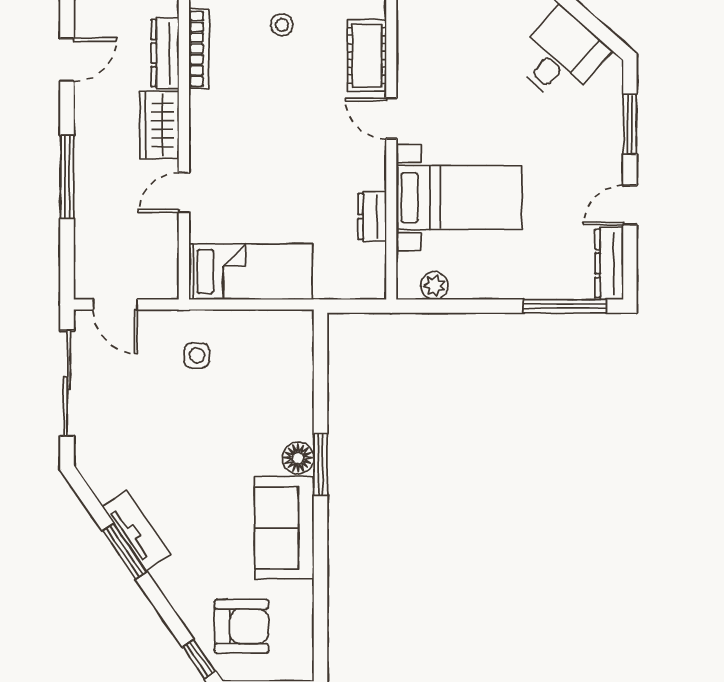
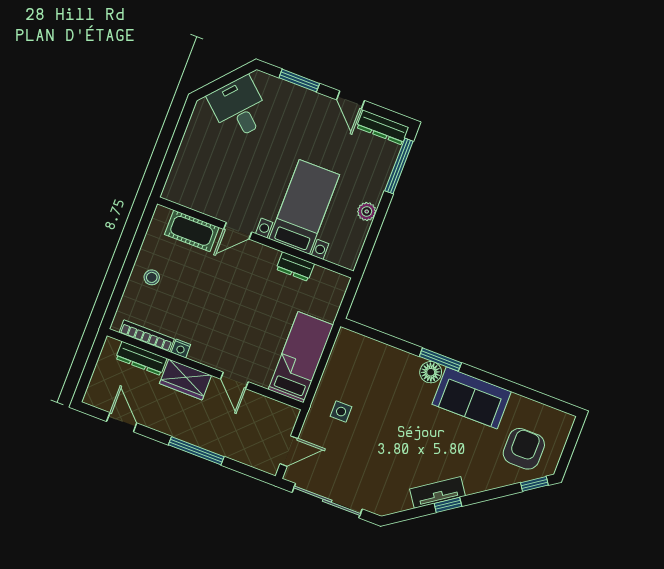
nightstand: (200, 102) -> (181, 348), added
plant: (435, 286) -> (367, 211), moved
window: (125, 551) -> (448, 505), width x0.67

